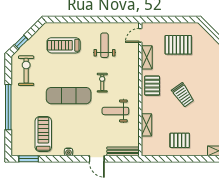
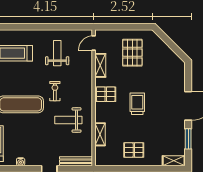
pallet: (178, 45) -> (132, 53), turned 90
pallet: (152, 86) -> (106, 94), turned 90
trolley: (183, 95) -> (137, 104), turned -145

